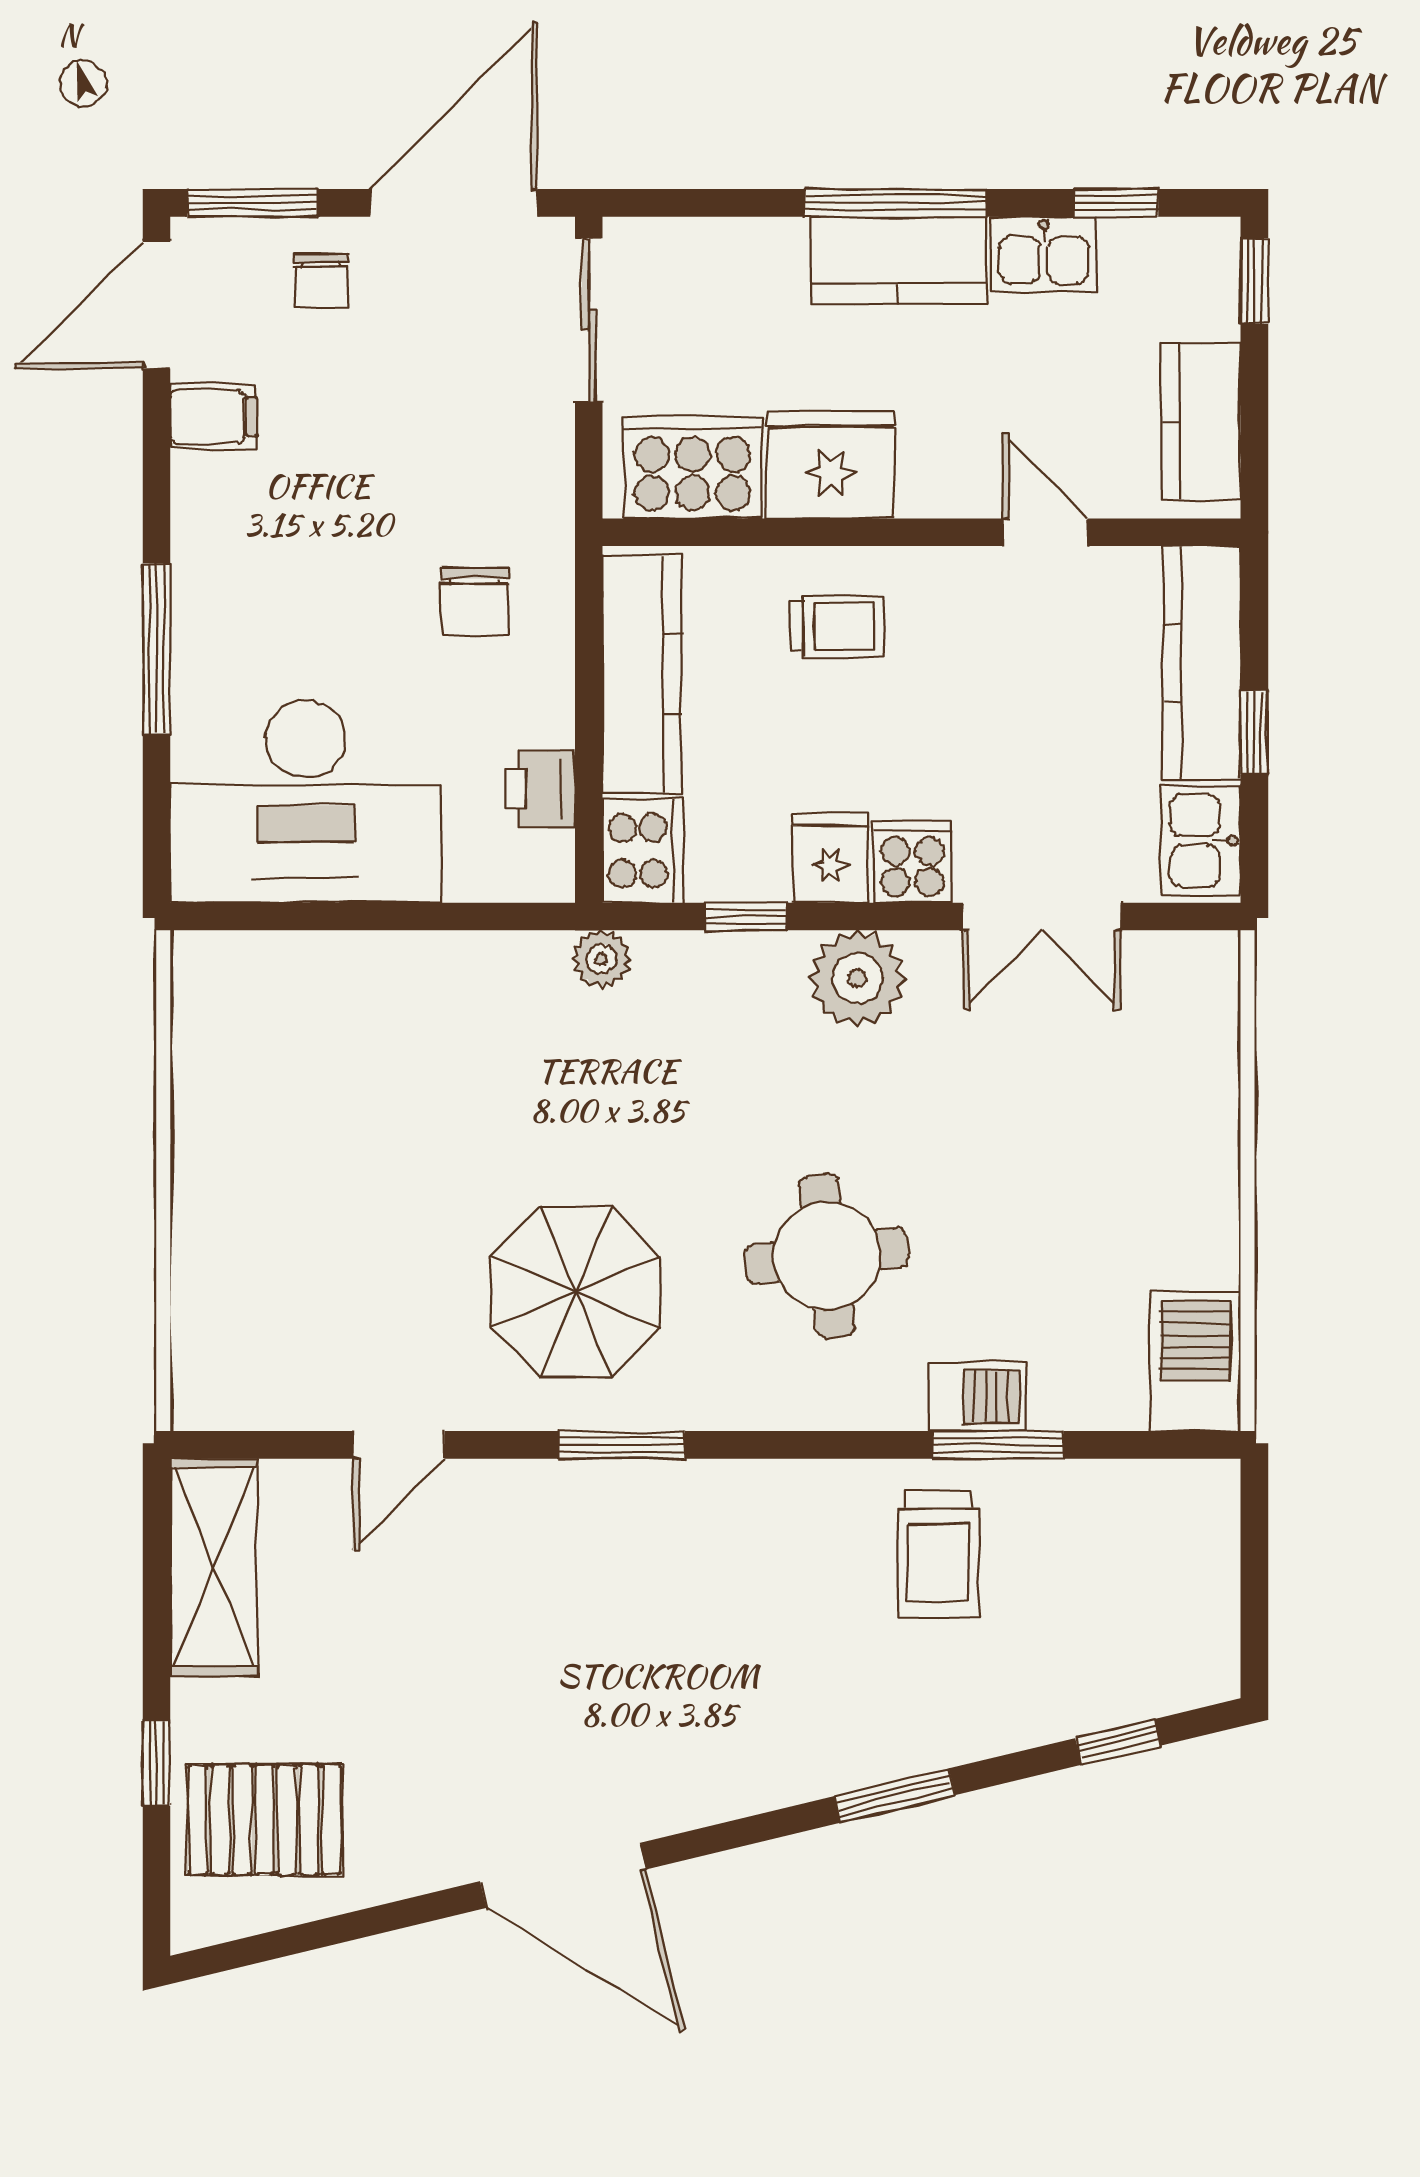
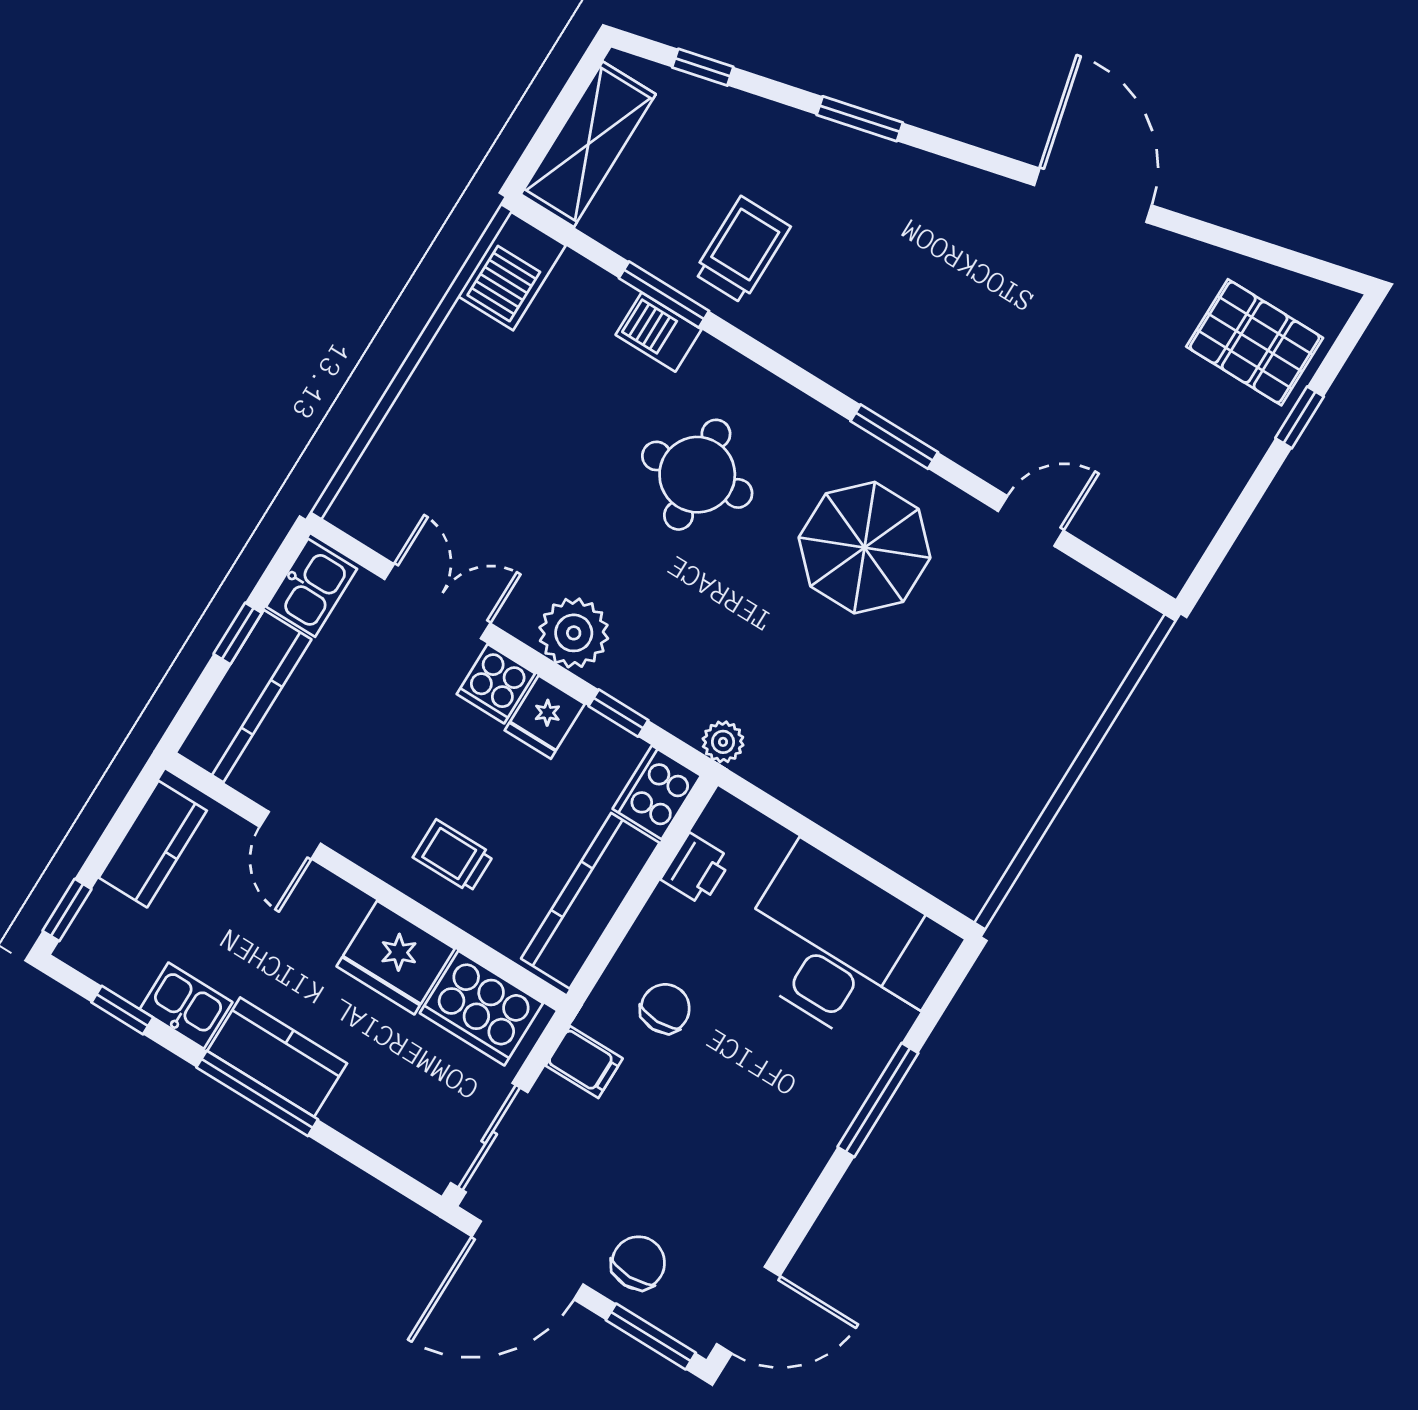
chair: (321, 281) -> (638, 1263), width x1.37, depth x1.37
filing cabinet: (213, 417) -> (584, 1062), moved, turned 180
shelving: (214, 1567) -> (588, 144), moved

